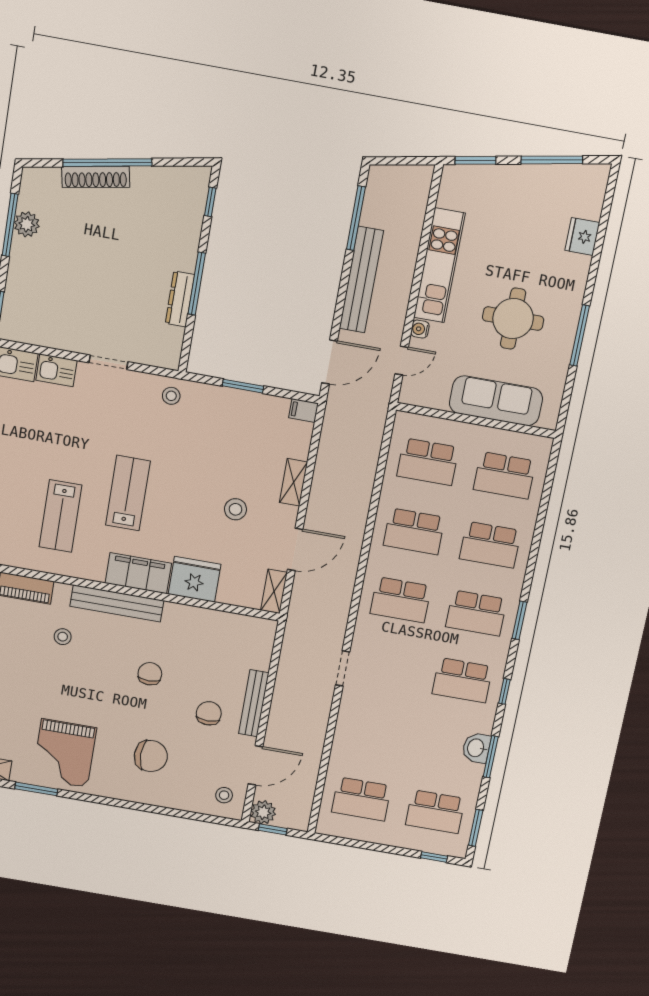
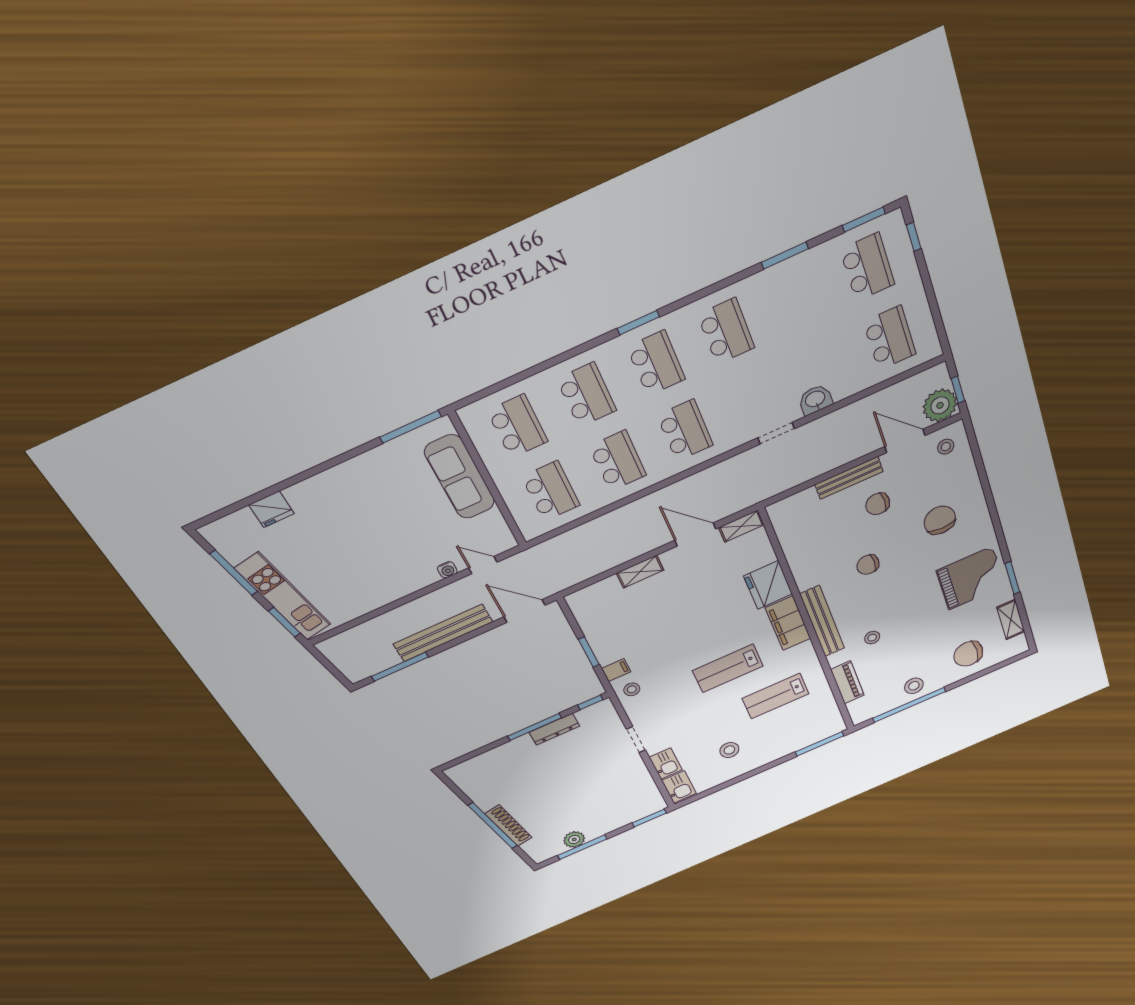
window: (210, 202) -> (590, 702), moved
kitchen unit: (439, 265) -> (283, 596), moved, turned 80
round table: (513, 319) -> (382, 512), removed
window: (580, 335) -> (410, 427), moved
filing cabinet: (303, 411) -> (616, 670), moved, turned -90
stool: (235, 509) -> (729, 750), moved
lab bench: (60, 516) -> (775, 696), turned 180
window: (504, 691) -> (714, 288), removed
washbasin: (476, 748) -> (815, 400), moved, turned 180
plant: (263, 812) -> (940, 405), width x1.36, depth x1.36

